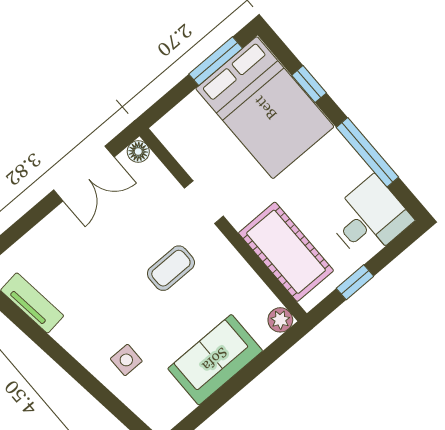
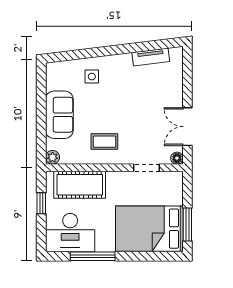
window: (309, 84) -> (143, 256), removed
doorway: (204, 202) -> (147, 168), moved
desk: (369, 219) -> (70, 233), width x1.37
coffee table: (171, 268) -> (104, 142), moved, turned 90

